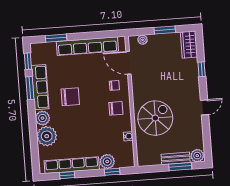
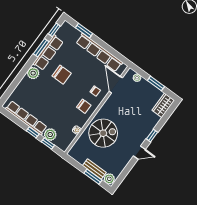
window: (202, 69) -> (152, 136), moved
plant: (47, 136) -> (26, 87), removed
window: (67, 175) -> (33, 132), moved

